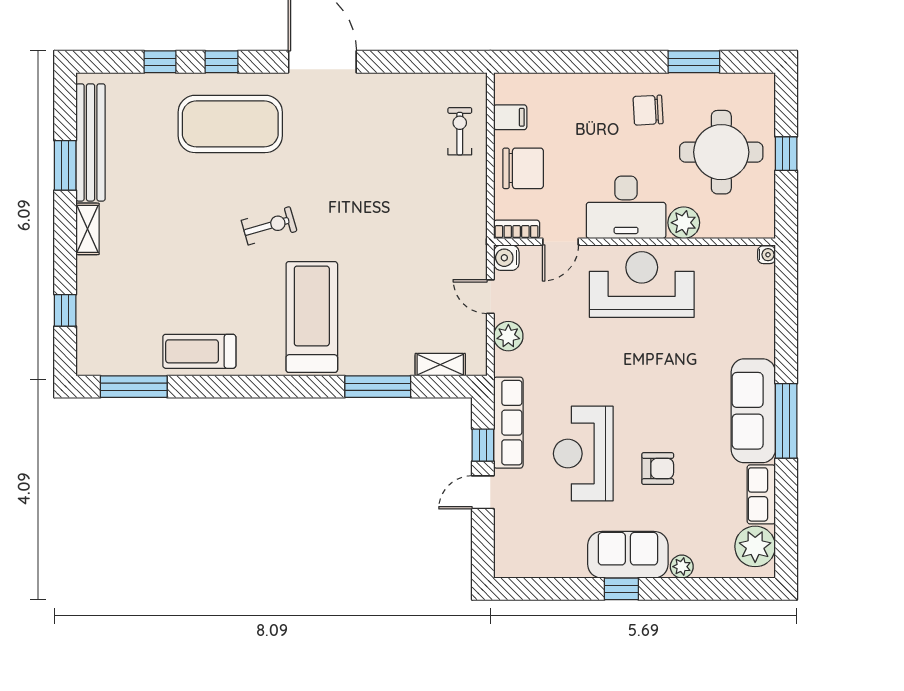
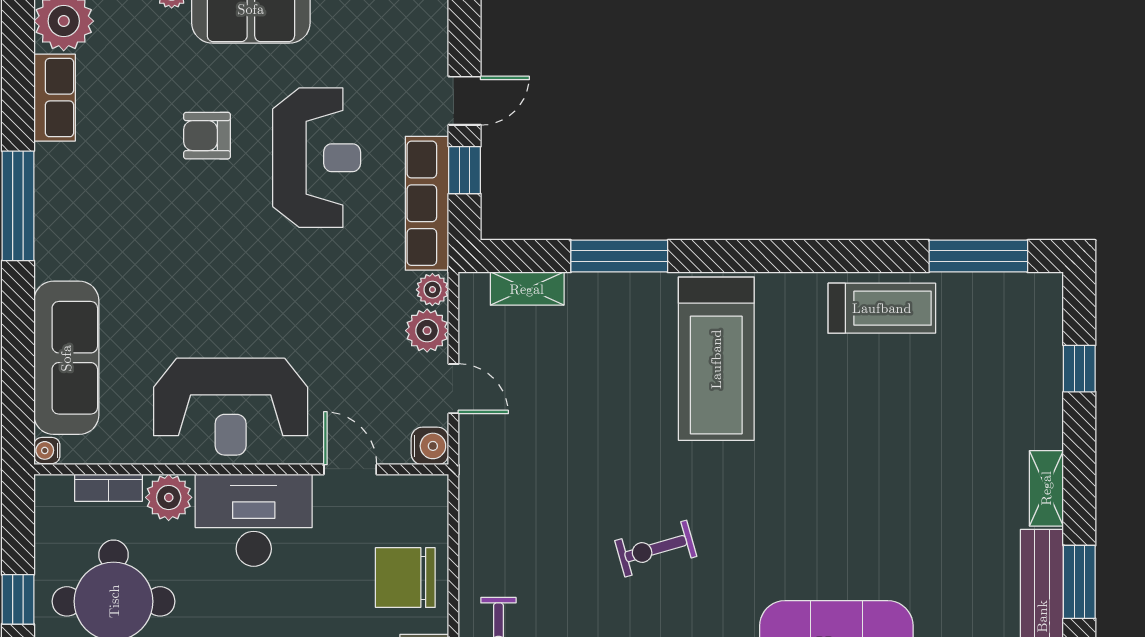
exercise bike: (269, 226) -> (656, 549), moved
bookcase: (517, 229) -> (108, 488), moved
door: (560, 242) -> (350, 469), hinge flipped
plant: (505, 364) -> (432, 290), added
sofa: (753, 411) -> (66, 358), moved

